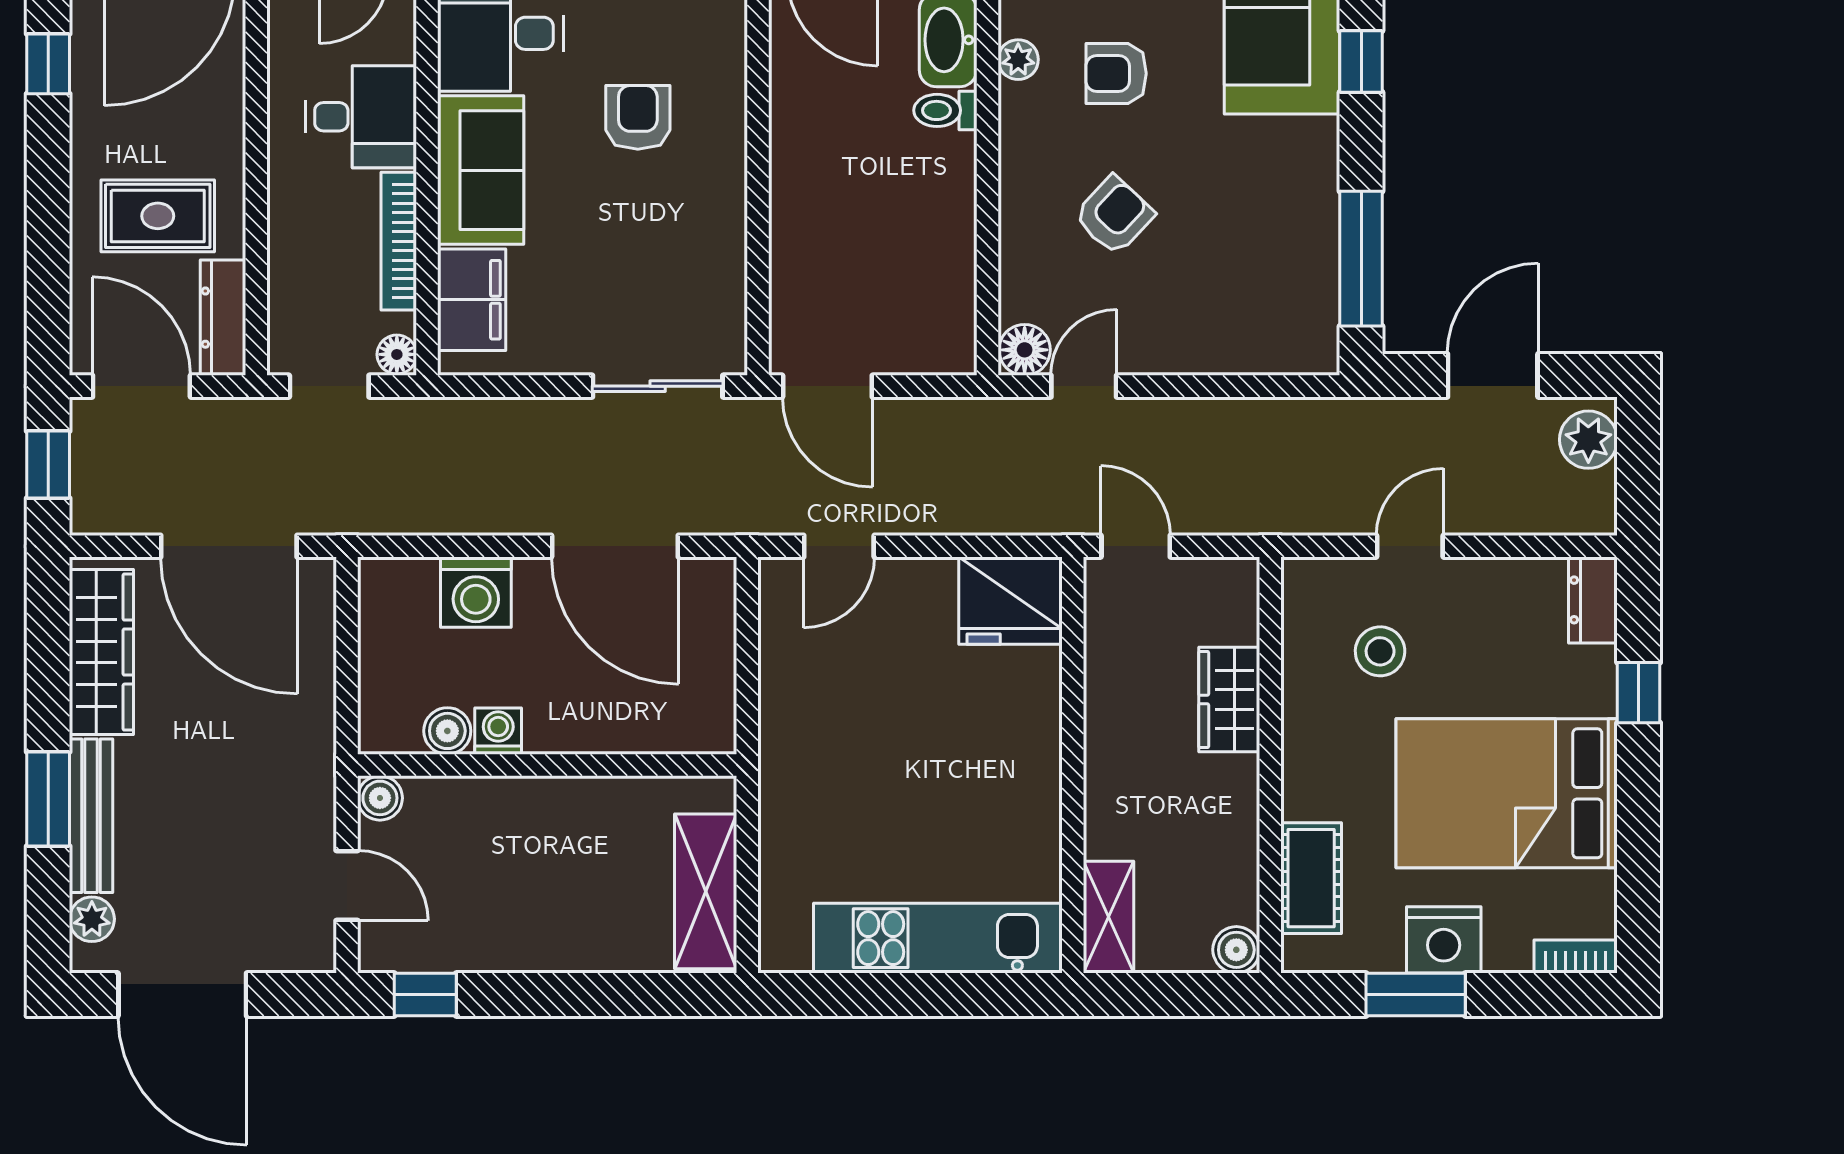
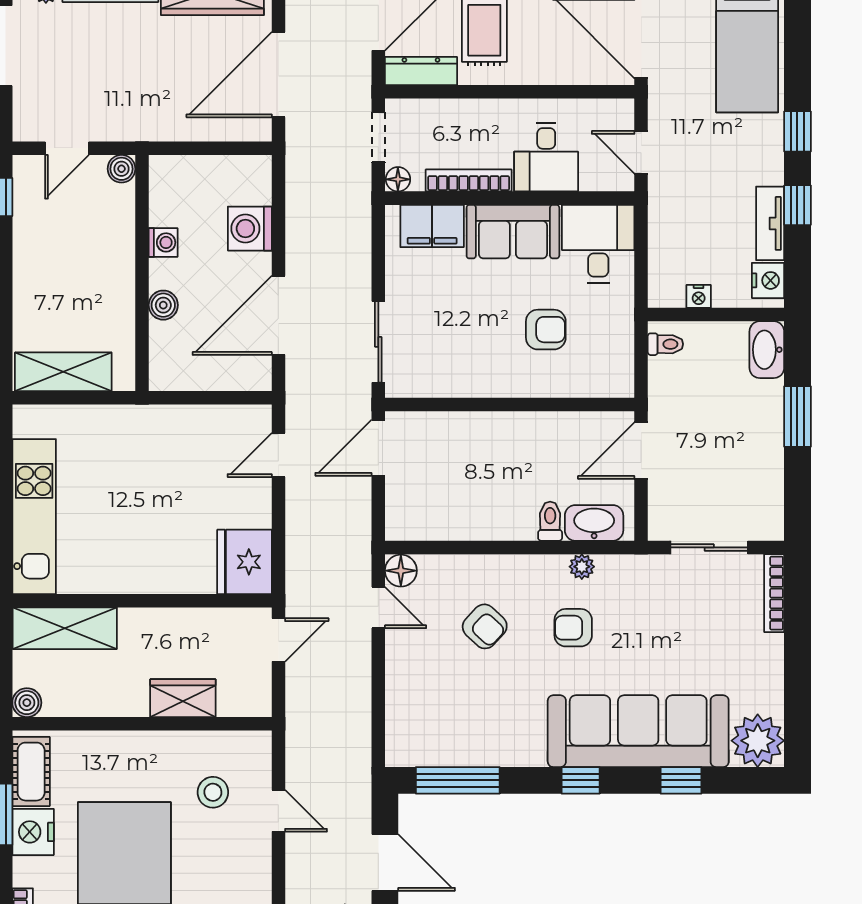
armchair: (1116, 73) -> (573, 628), turned -90
door: (839, 546) -> (278, 455), hinge flipped
boiler: (447, 731) -> (163, 305), moved
cot: (1311, 878) -> (31, 772), moved, turned 90
shelving: (1109, 917) -> (65, 628), width x1.50, depth x1.33

